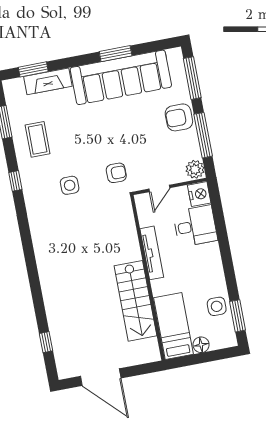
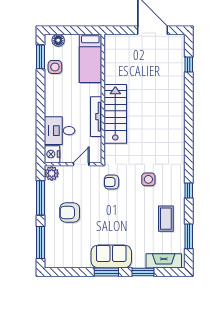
window: (116, 54) -> (106, 272), moved
window: (33, 69) -> (143, 272), moved
sofa: (121, 77) -> (111, 256), width x0.54, depth x0.79
fireplace: (48, 81) -> (164, 261), moved
armchair: (179, 117) -> (70, 212), moved, turned 180
stairs: (135, 301) -> (115, 114), moved
floor lamp: (201, 345) -> (58, 40), moved

